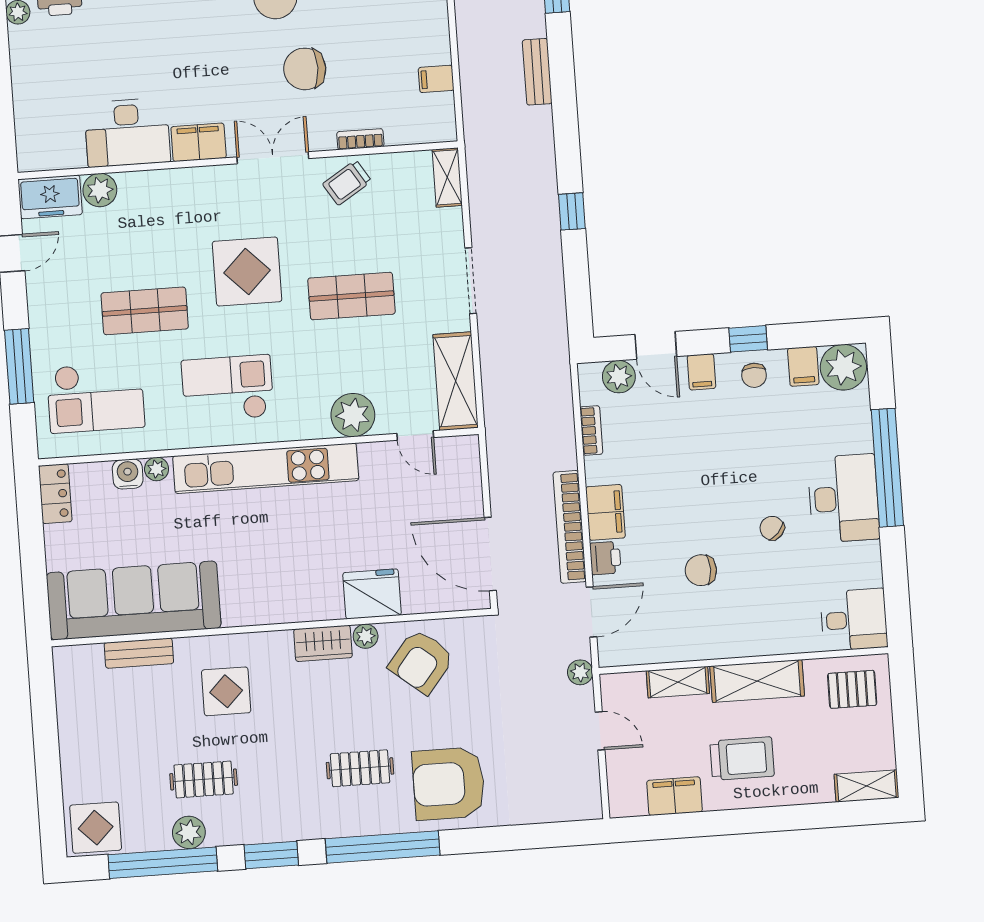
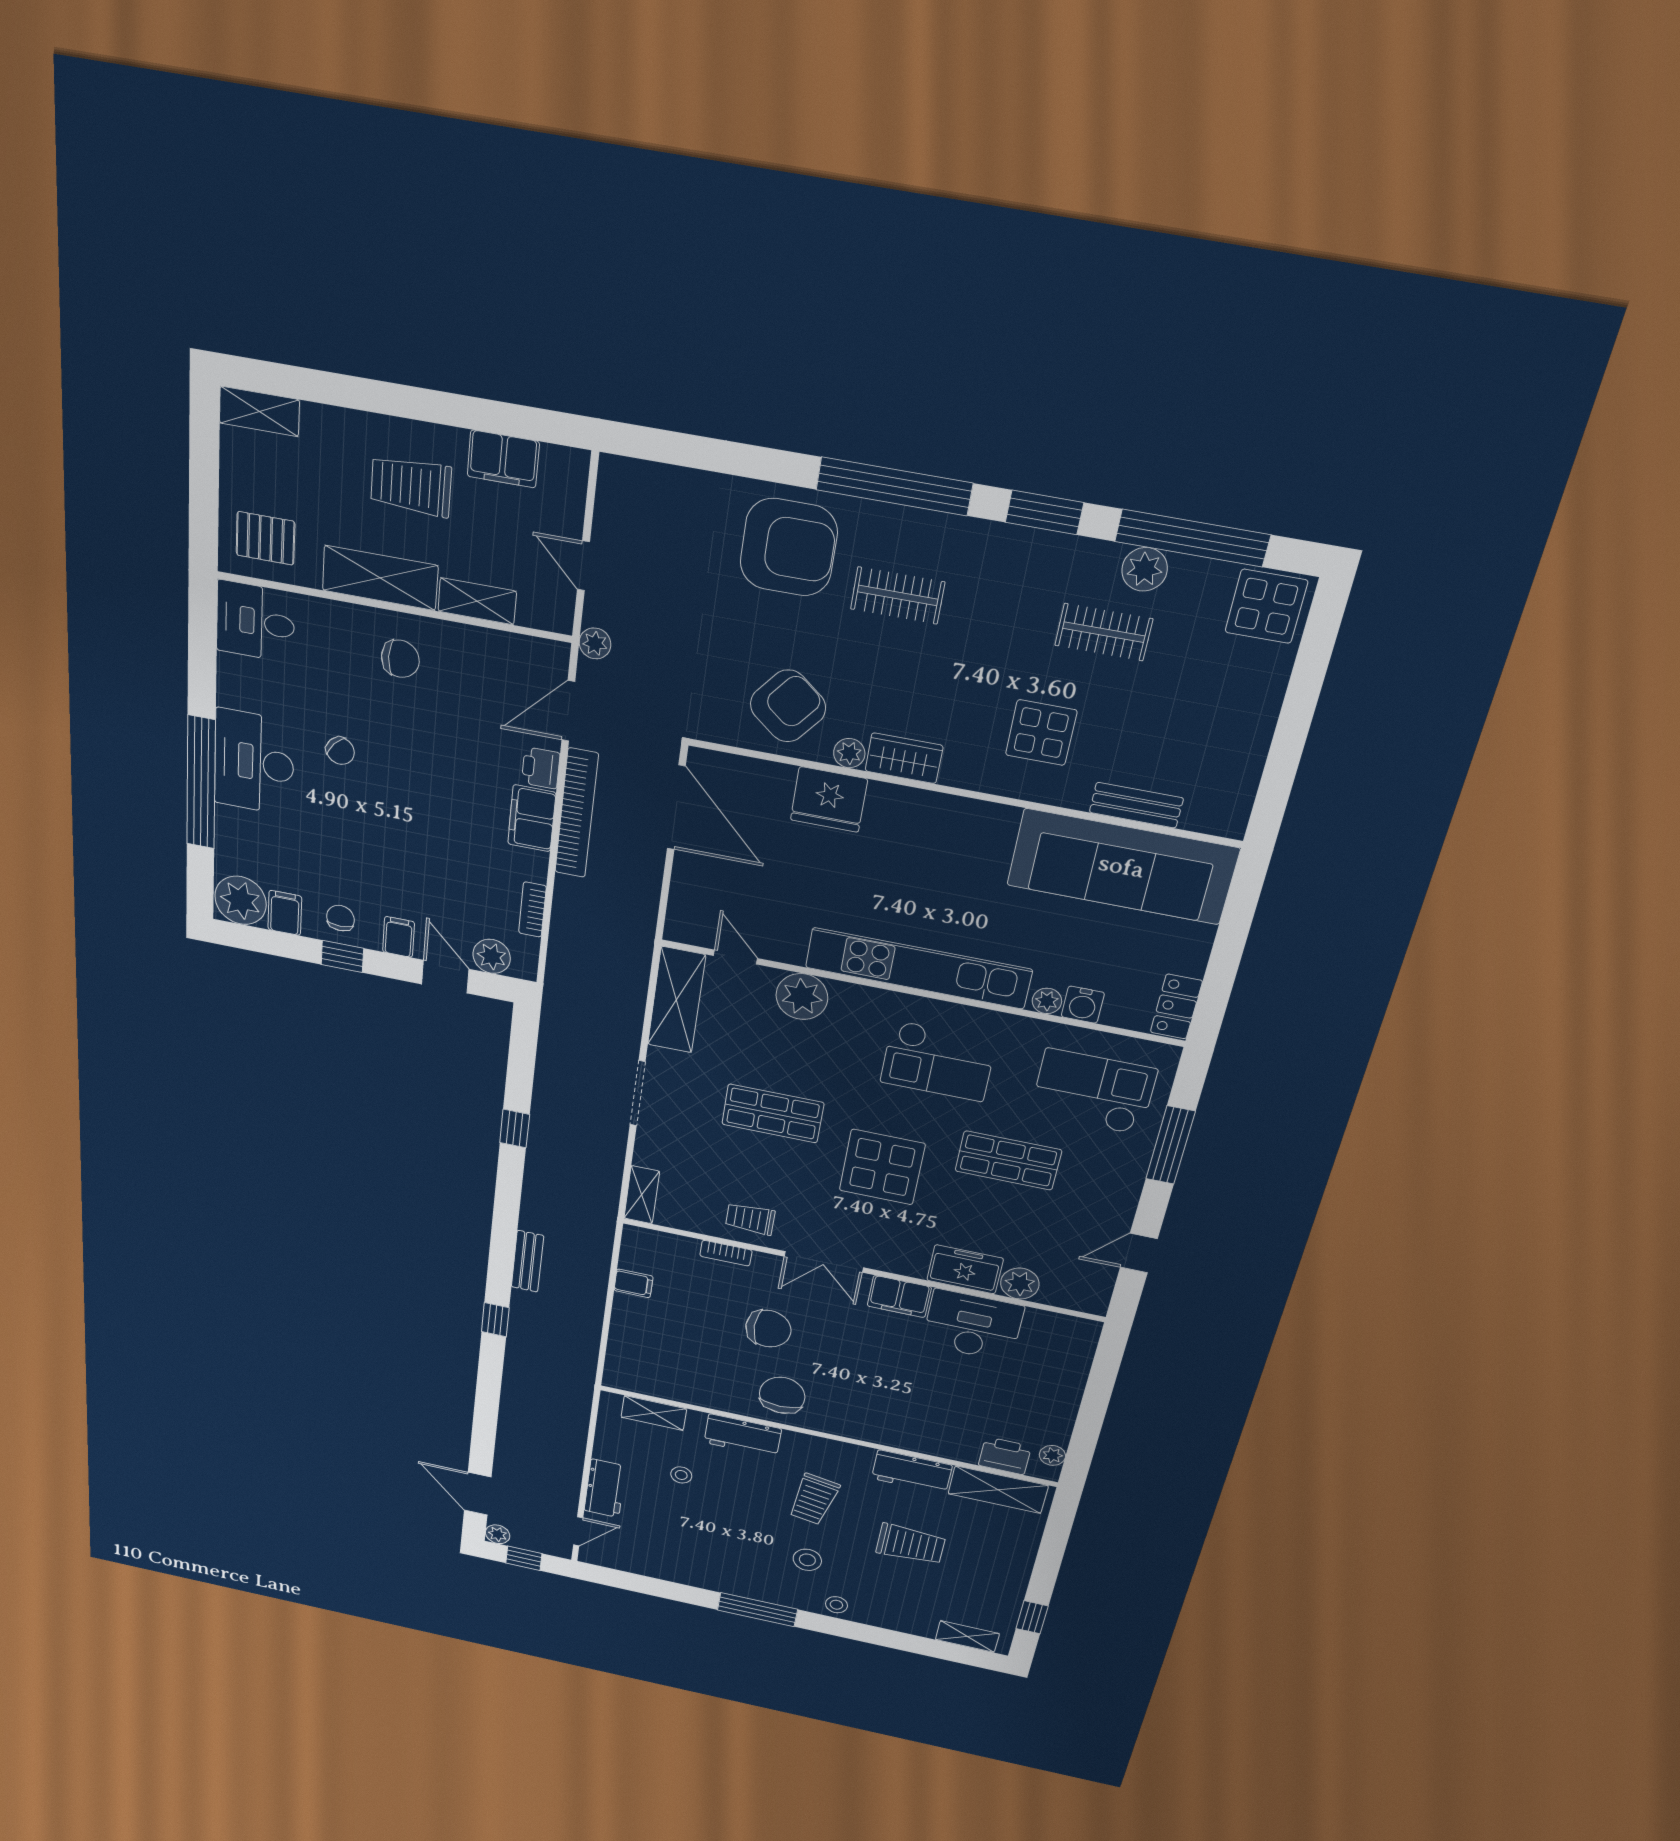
trolley: (347, 183) -> (750, 1219), turned -148
freezer: (50, 197) -> (965, 1269), moved
chair: (701, 570) -> (400, 659), moved

